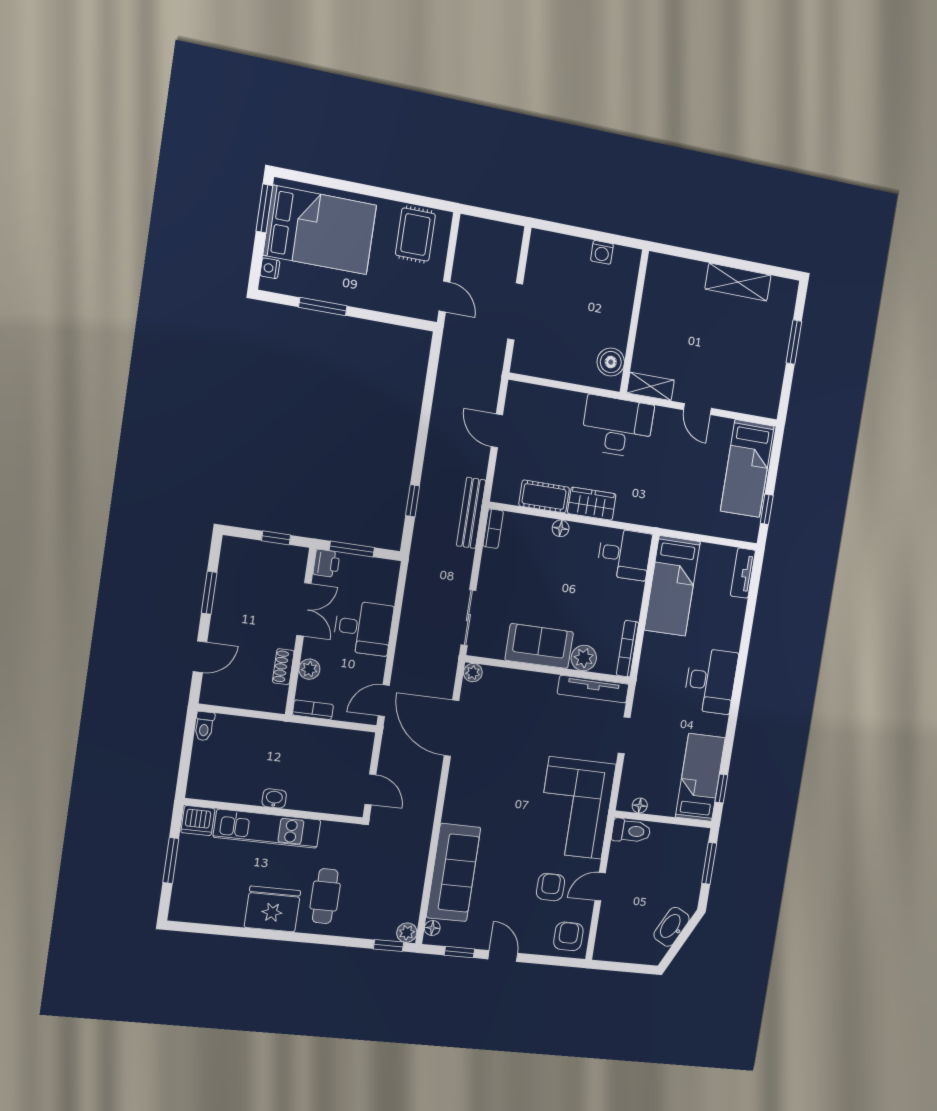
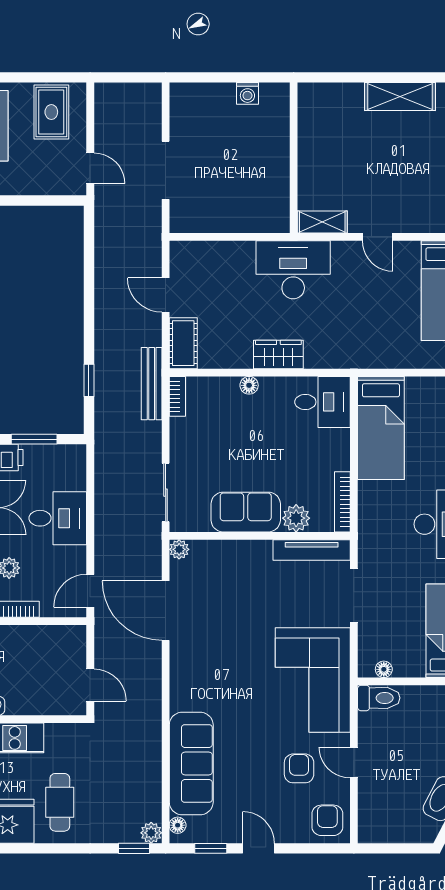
boiler: (611, 362) -> (275, 204), removed
cot: (544, 497) -> (183, 343), moved, turned 90
doorway: (624, 735) -> (354, 595), width x1.38
door: (600, 887) -> (354, 762), hinge flipped

